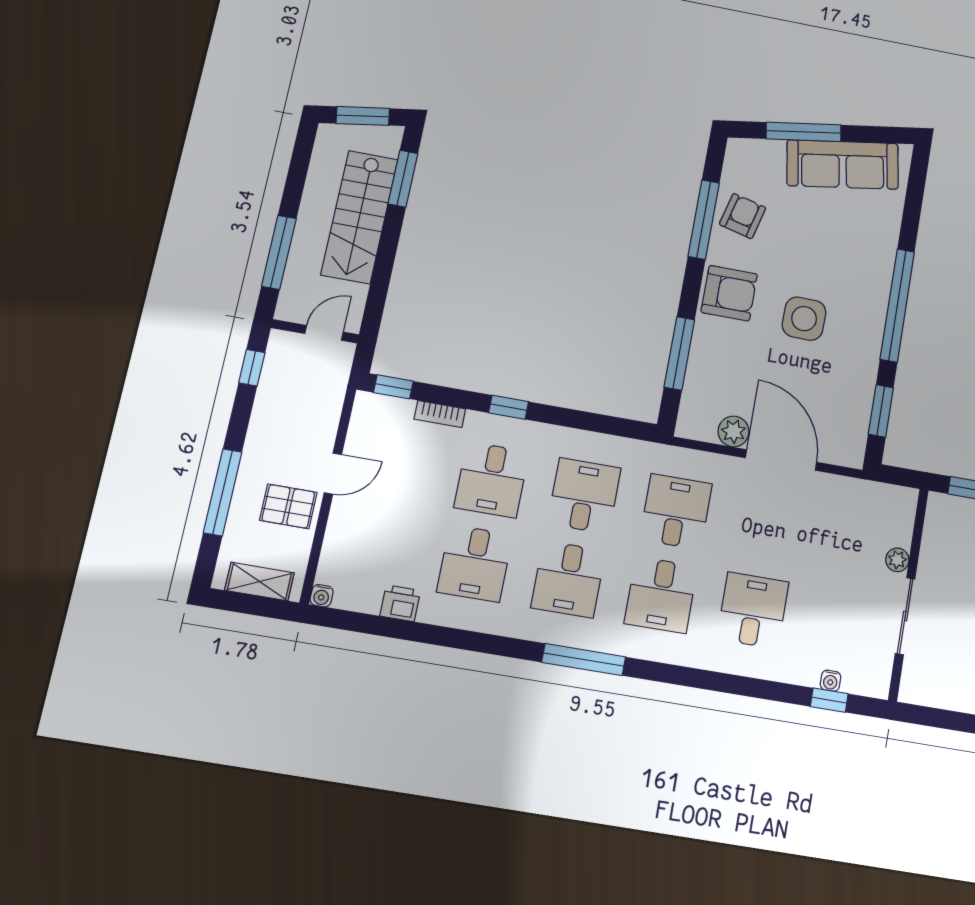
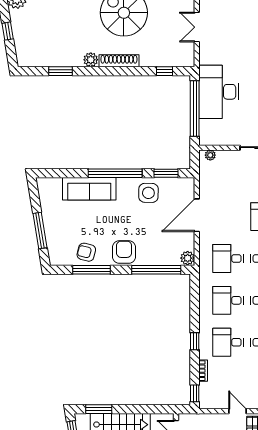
sofa: (843, 164) -> (89, 189), moved, turned 99
side table: (804, 319) -> (148, 193), moved
window: (679, 353) -> (156, 270), width x1.46
plant: (734, 431) -> (188, 258), moved
desk: (492, 480) -> (228, 342), turned 180
plant: (897, 560) -> (210, 155), moved

